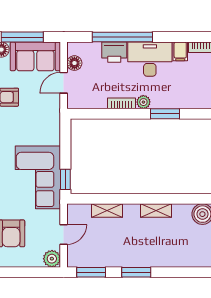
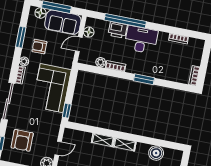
filing cabinet: (180, 51) -> (163, 38), removed
plant: (143, 102) -> (101, 62), moved
corner sofa: (38, 177) -> (52, 88), moved
shelving: (107, 210) -> (103, 140), moved

